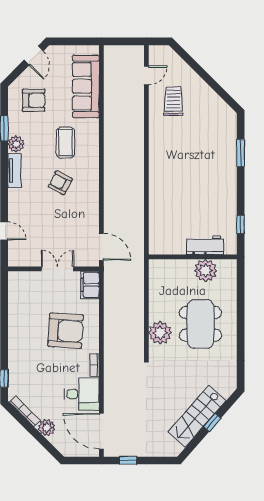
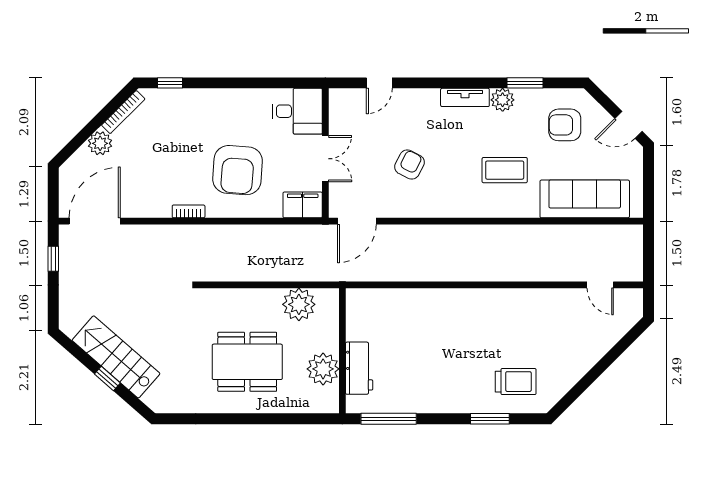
armchair: (34, 100) -> (565, 125), turned 90
trolley: (173, 101) -> (516, 382), moved
armchair: (60, 183) -> (409, 165), moved
window: (241, 224) -> (389, 419), width x2.17
plant: (160, 333) -> (299, 304), moved
desk: (82, 394) -> (297, 111), moved, turned -90

